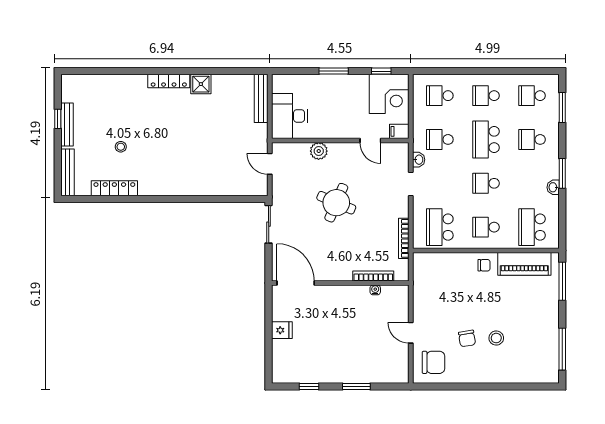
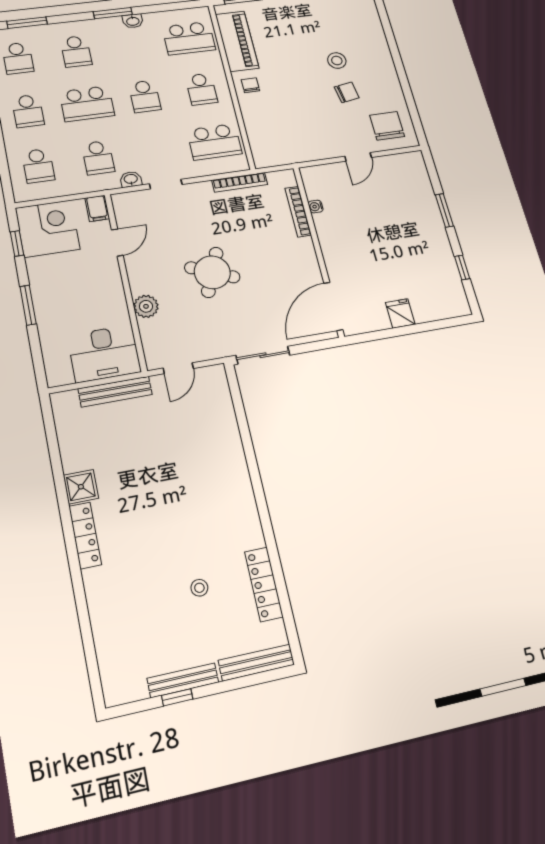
bench: (261, 98) -> (115, 392), moved

